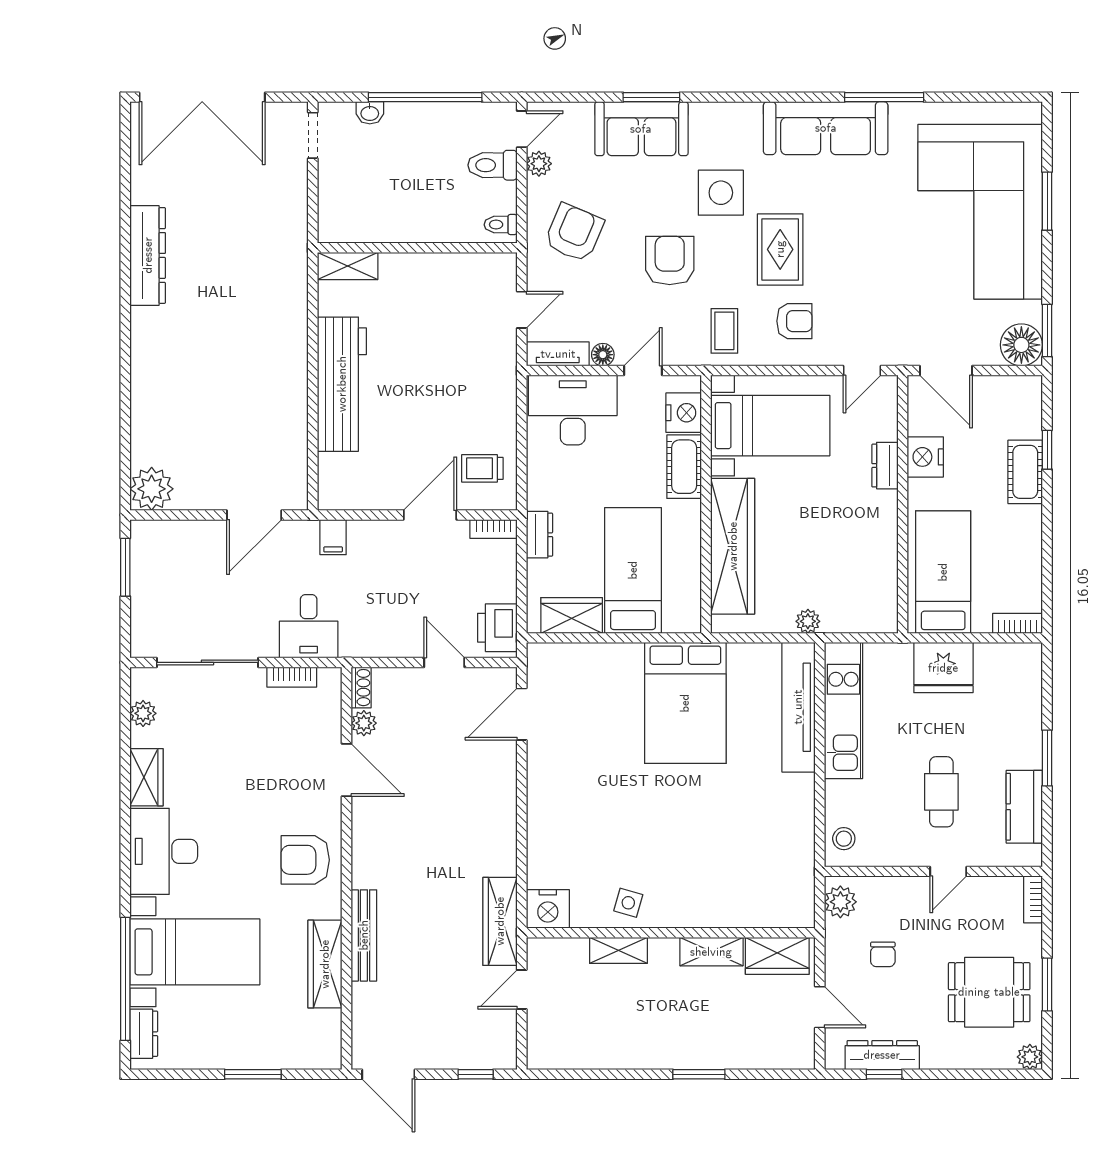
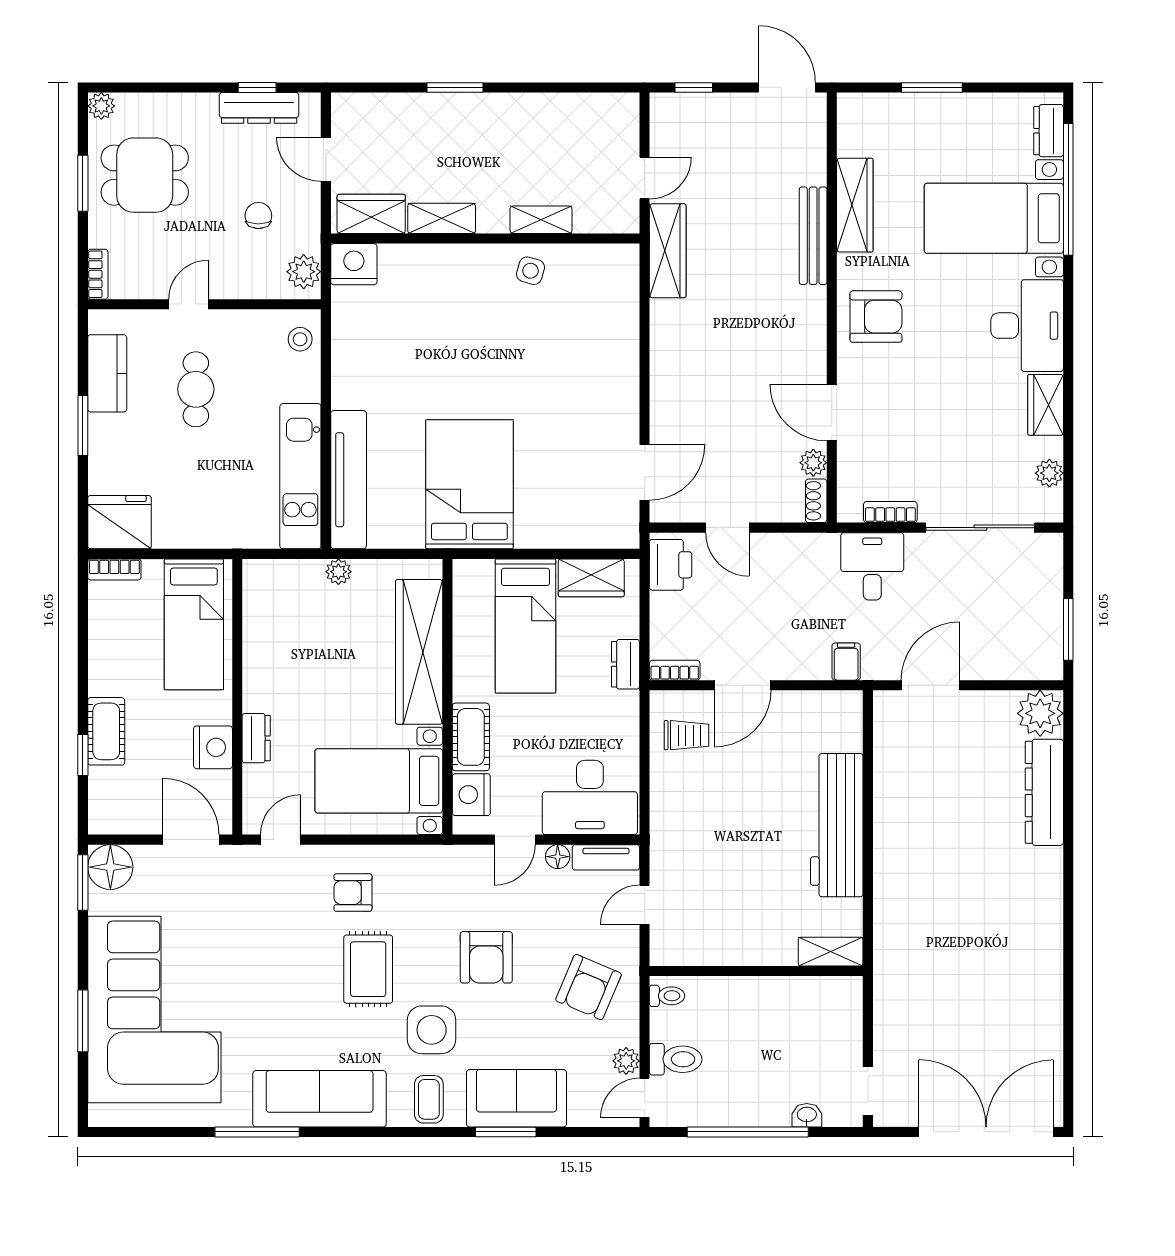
dresser: (148, 255) -> (1044, 792), moved
coffee table: (724, 331) -> (429, 1099), moved
fridge: (943, 668) -> (119, 522), moved
nightstand: (548, 909) -> (354, 264), moved

